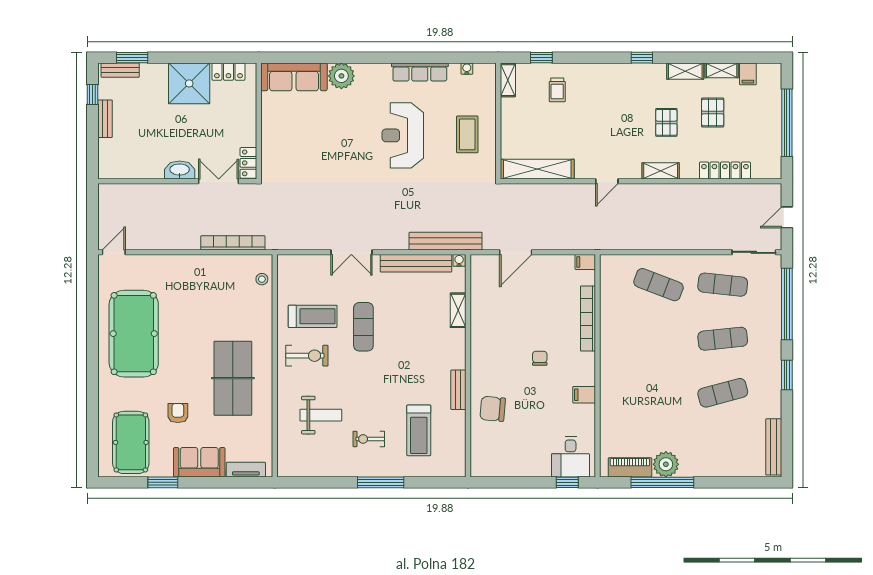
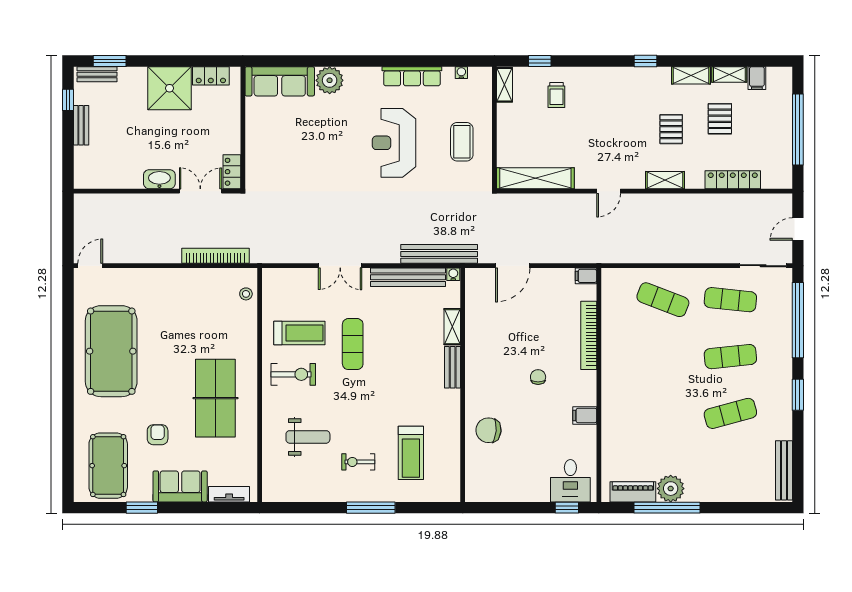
bench: (458, 390) -> (453, 367), moved

